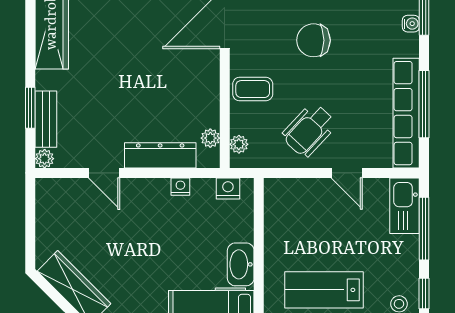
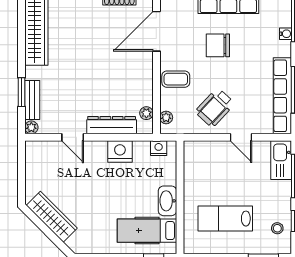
nightstand: (180, 187) -> (120, 152), width x1.89, depth x1.79

